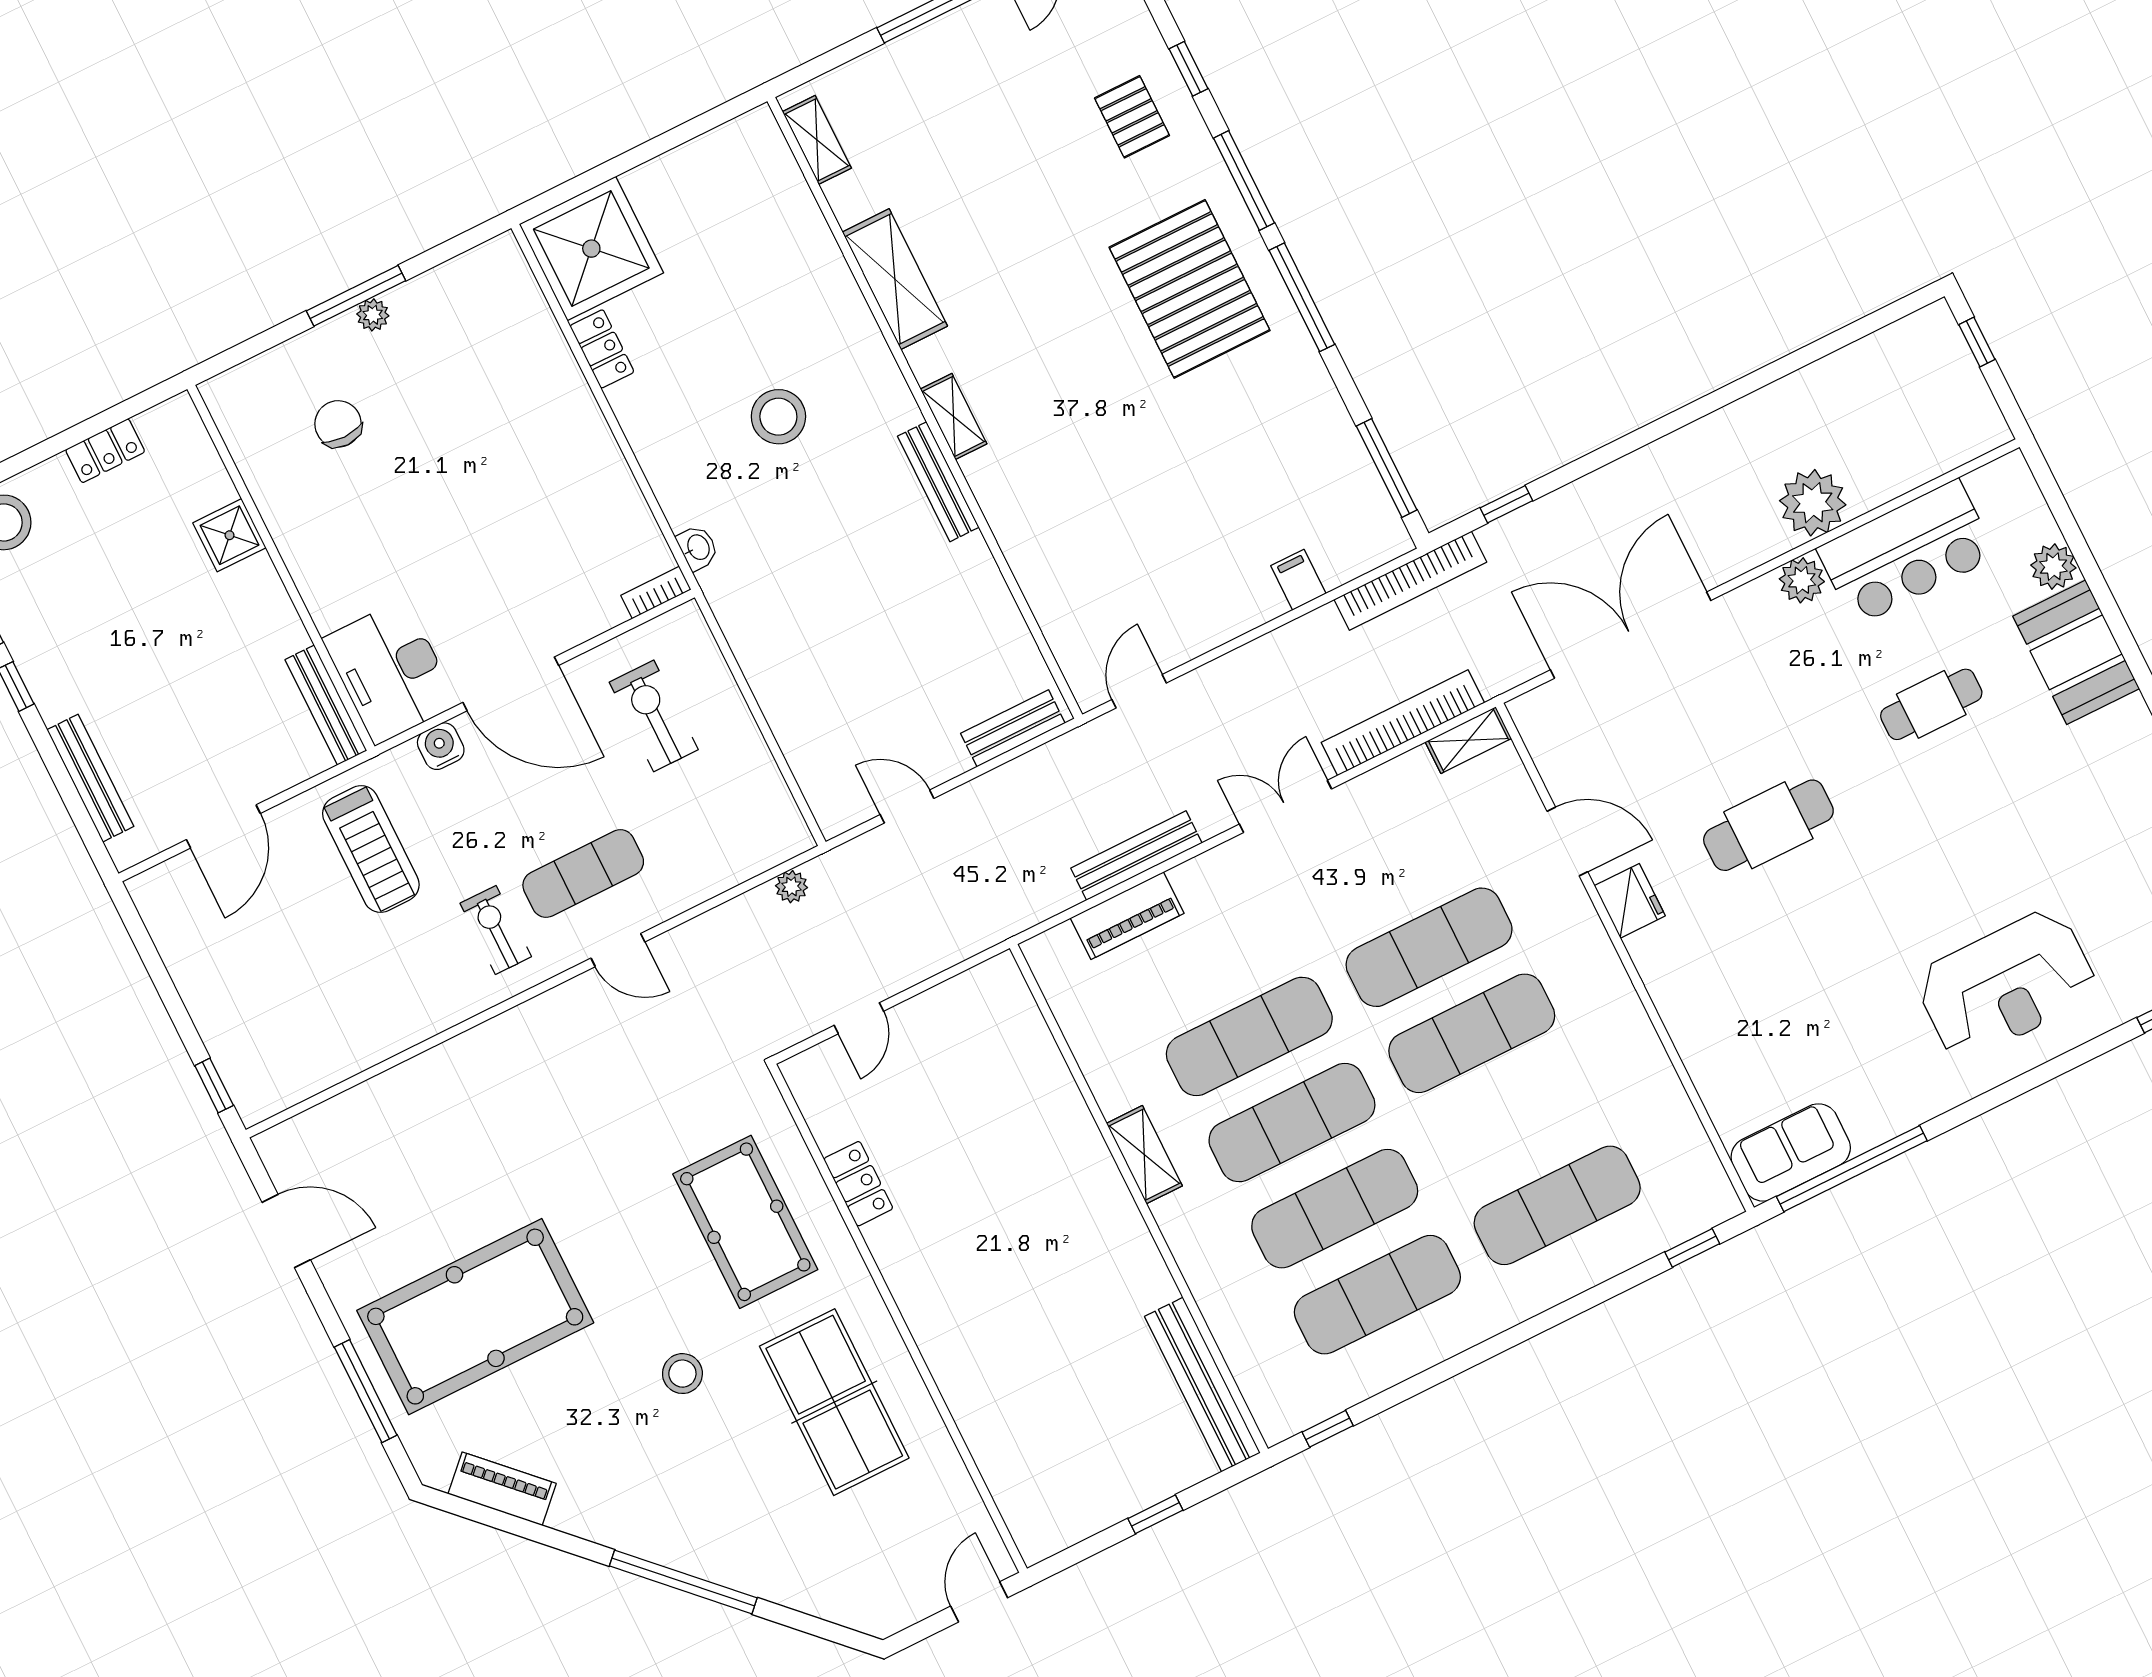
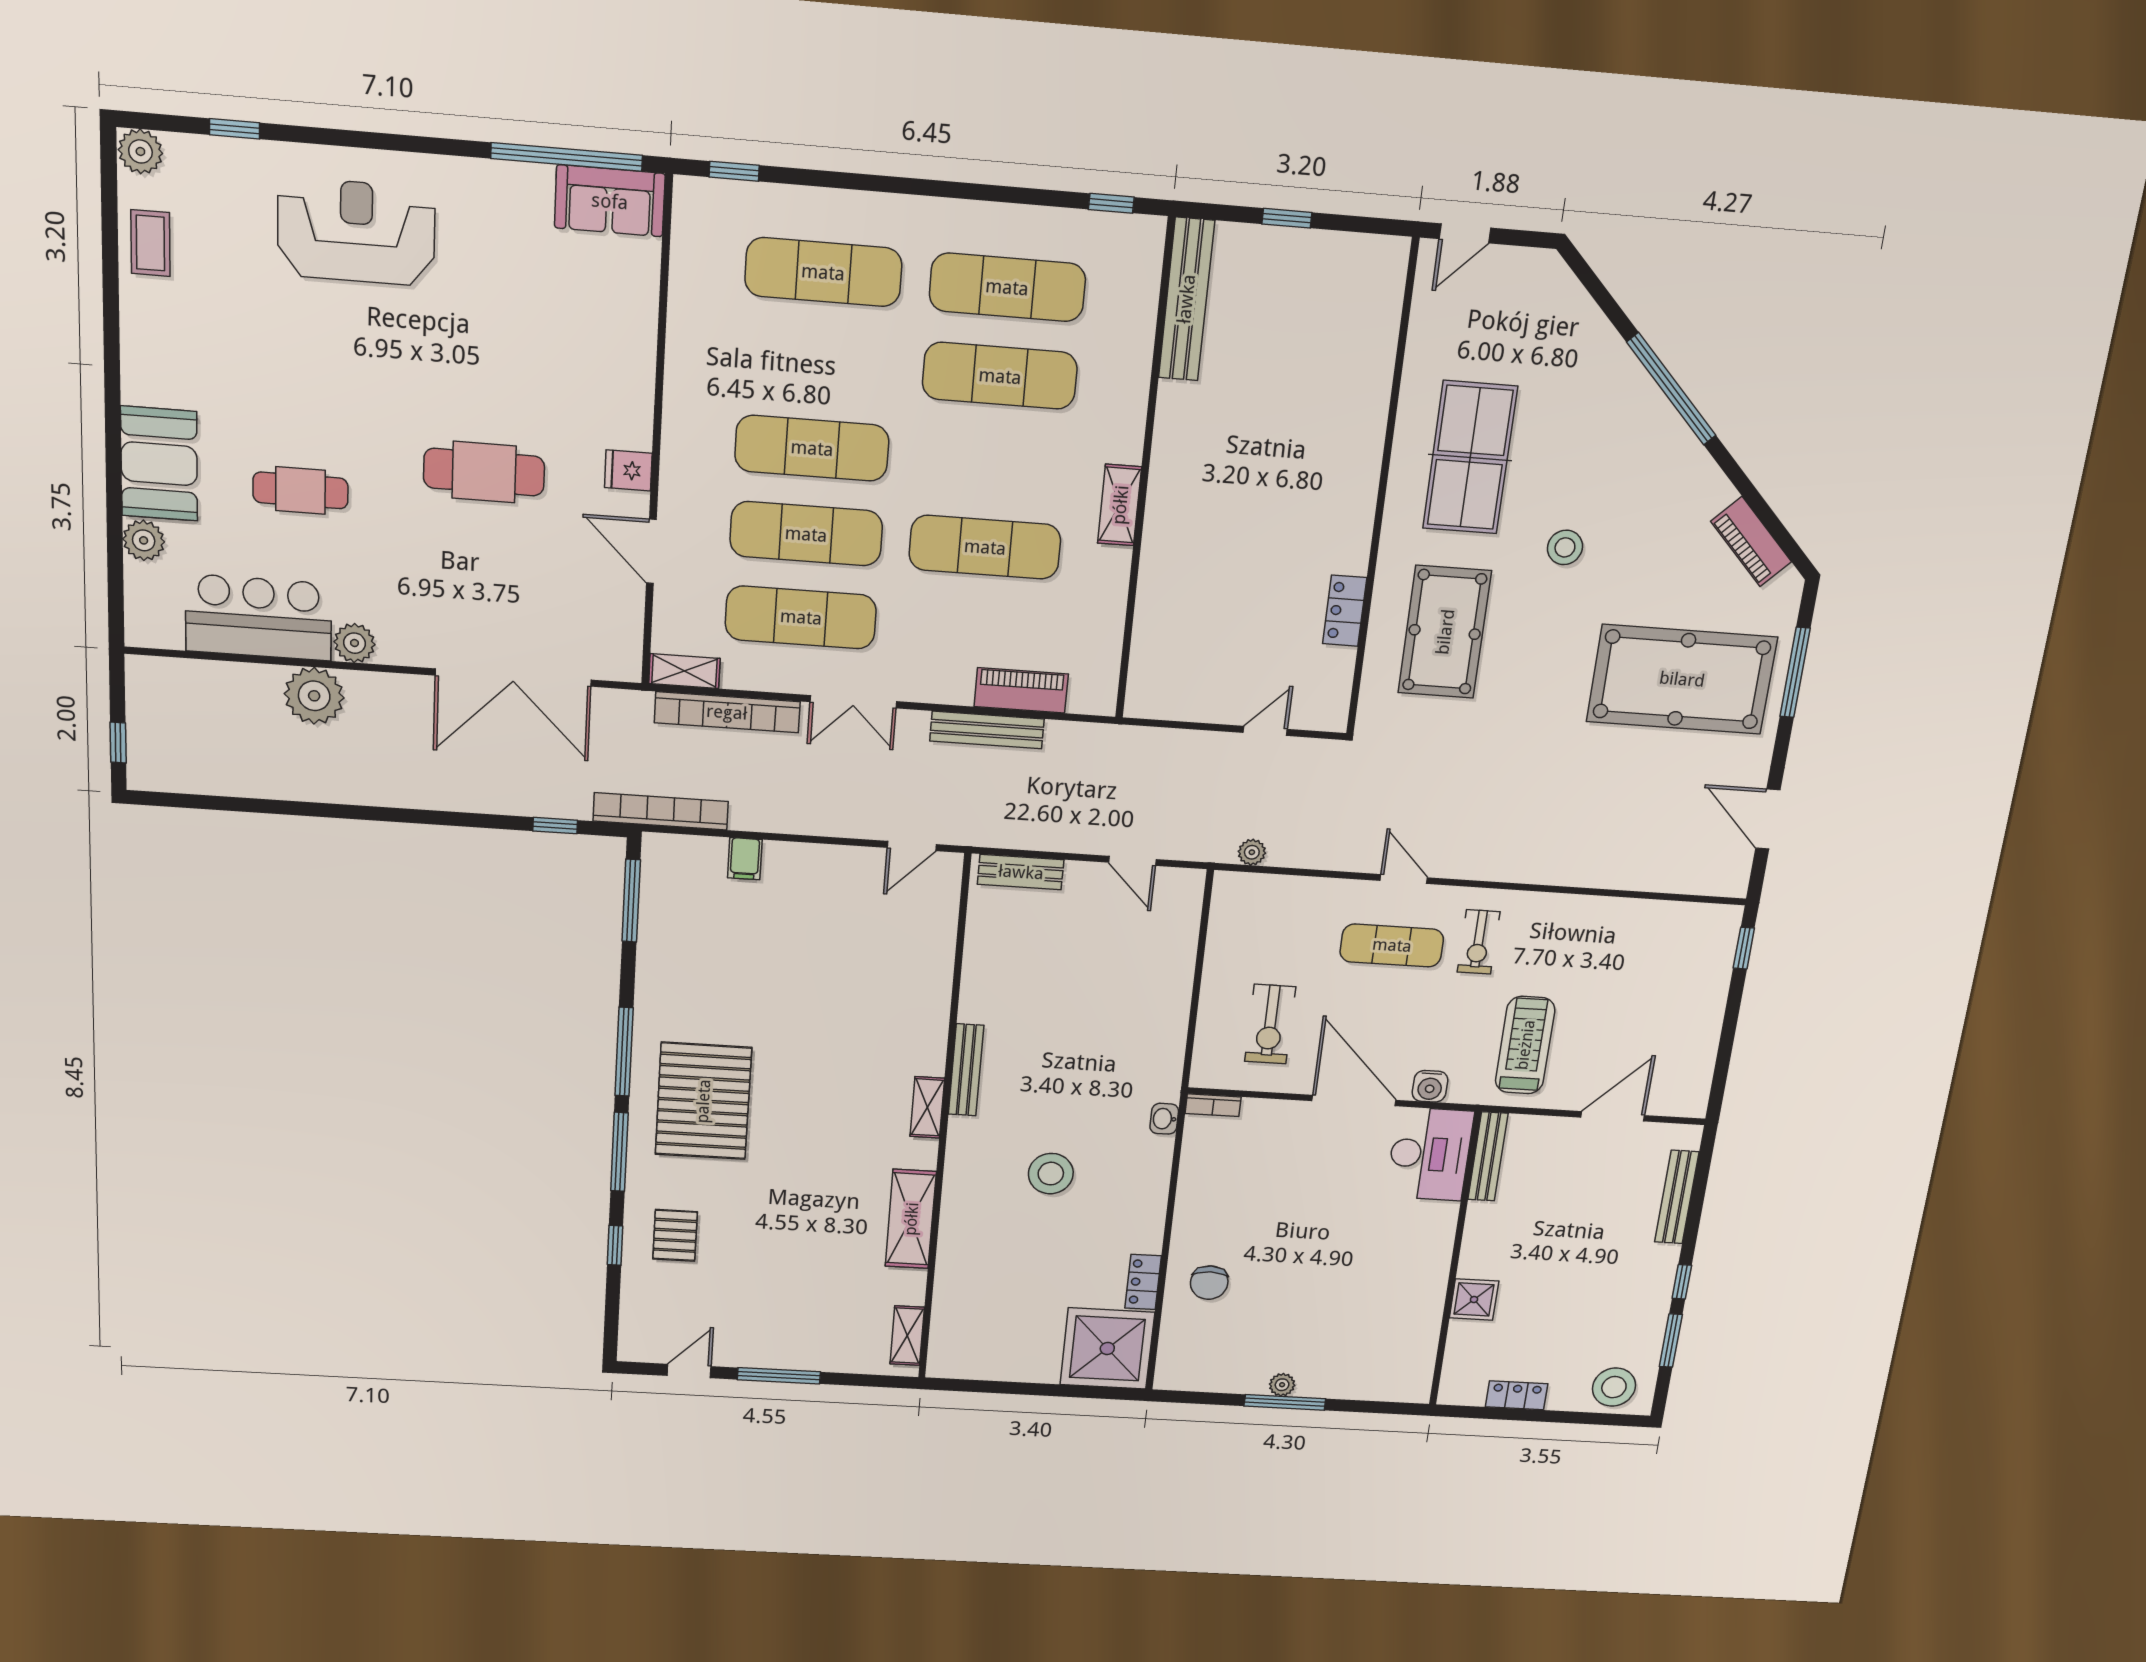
chair: (338, 424) -> (1209, 1283), moved
fridge: (1630, 901) -> (628, 470), width x0.72
exercise mat: (1292, 1123) -> (801, 617), moved

